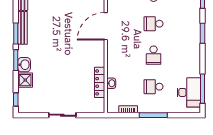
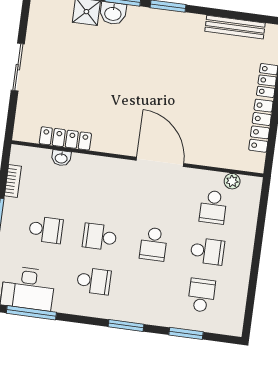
school desk: (154, 24) -> (153, 244), turned 180
bench: (23, 28) -> (176, 19), removed
school desk: (179, 55) -> (94, 281), added
school desk: (154, 87) -> (46, 230), turned 90

